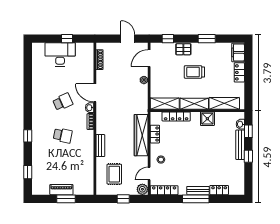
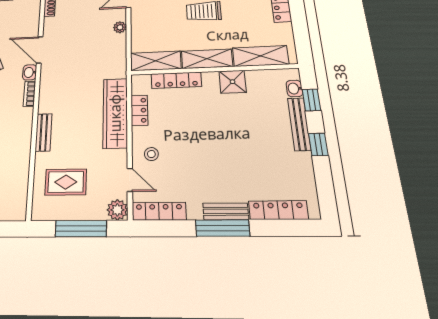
rug: (114, 174) -> (66, 182), turned 90
door: (149, 174) -> (130, 180), swing flipped
locker: (219, 190) -> (278, 210), width x1.53
window: (123, 199) -> (81, 229), width x2.17

